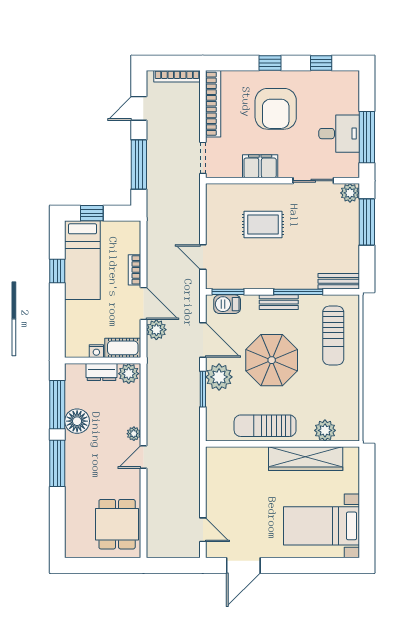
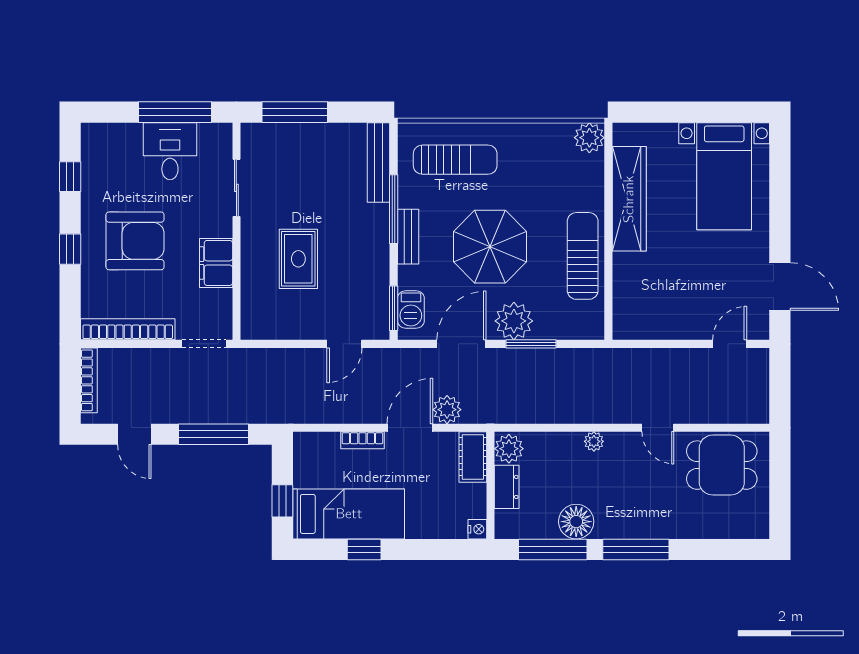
plant: (350, 193) -> (254, 136), removed
bench: (339, 281) -> (379, 162), width x1.36
nightstand: (96, 351) -> (477, 529), moved
sun lounger: (265, 426) -> (583, 256), turned 180
plant: (325, 430) -> (589, 138), moved
door: (143, 457) -> (658, 428), moved

